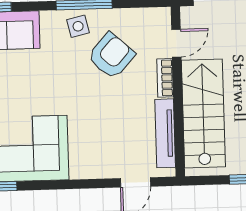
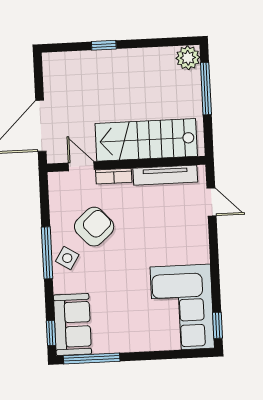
side table: (78, 26) -> (67, 258), turned 45
armchair: (111, 56) -> (94, 227), turned 96

